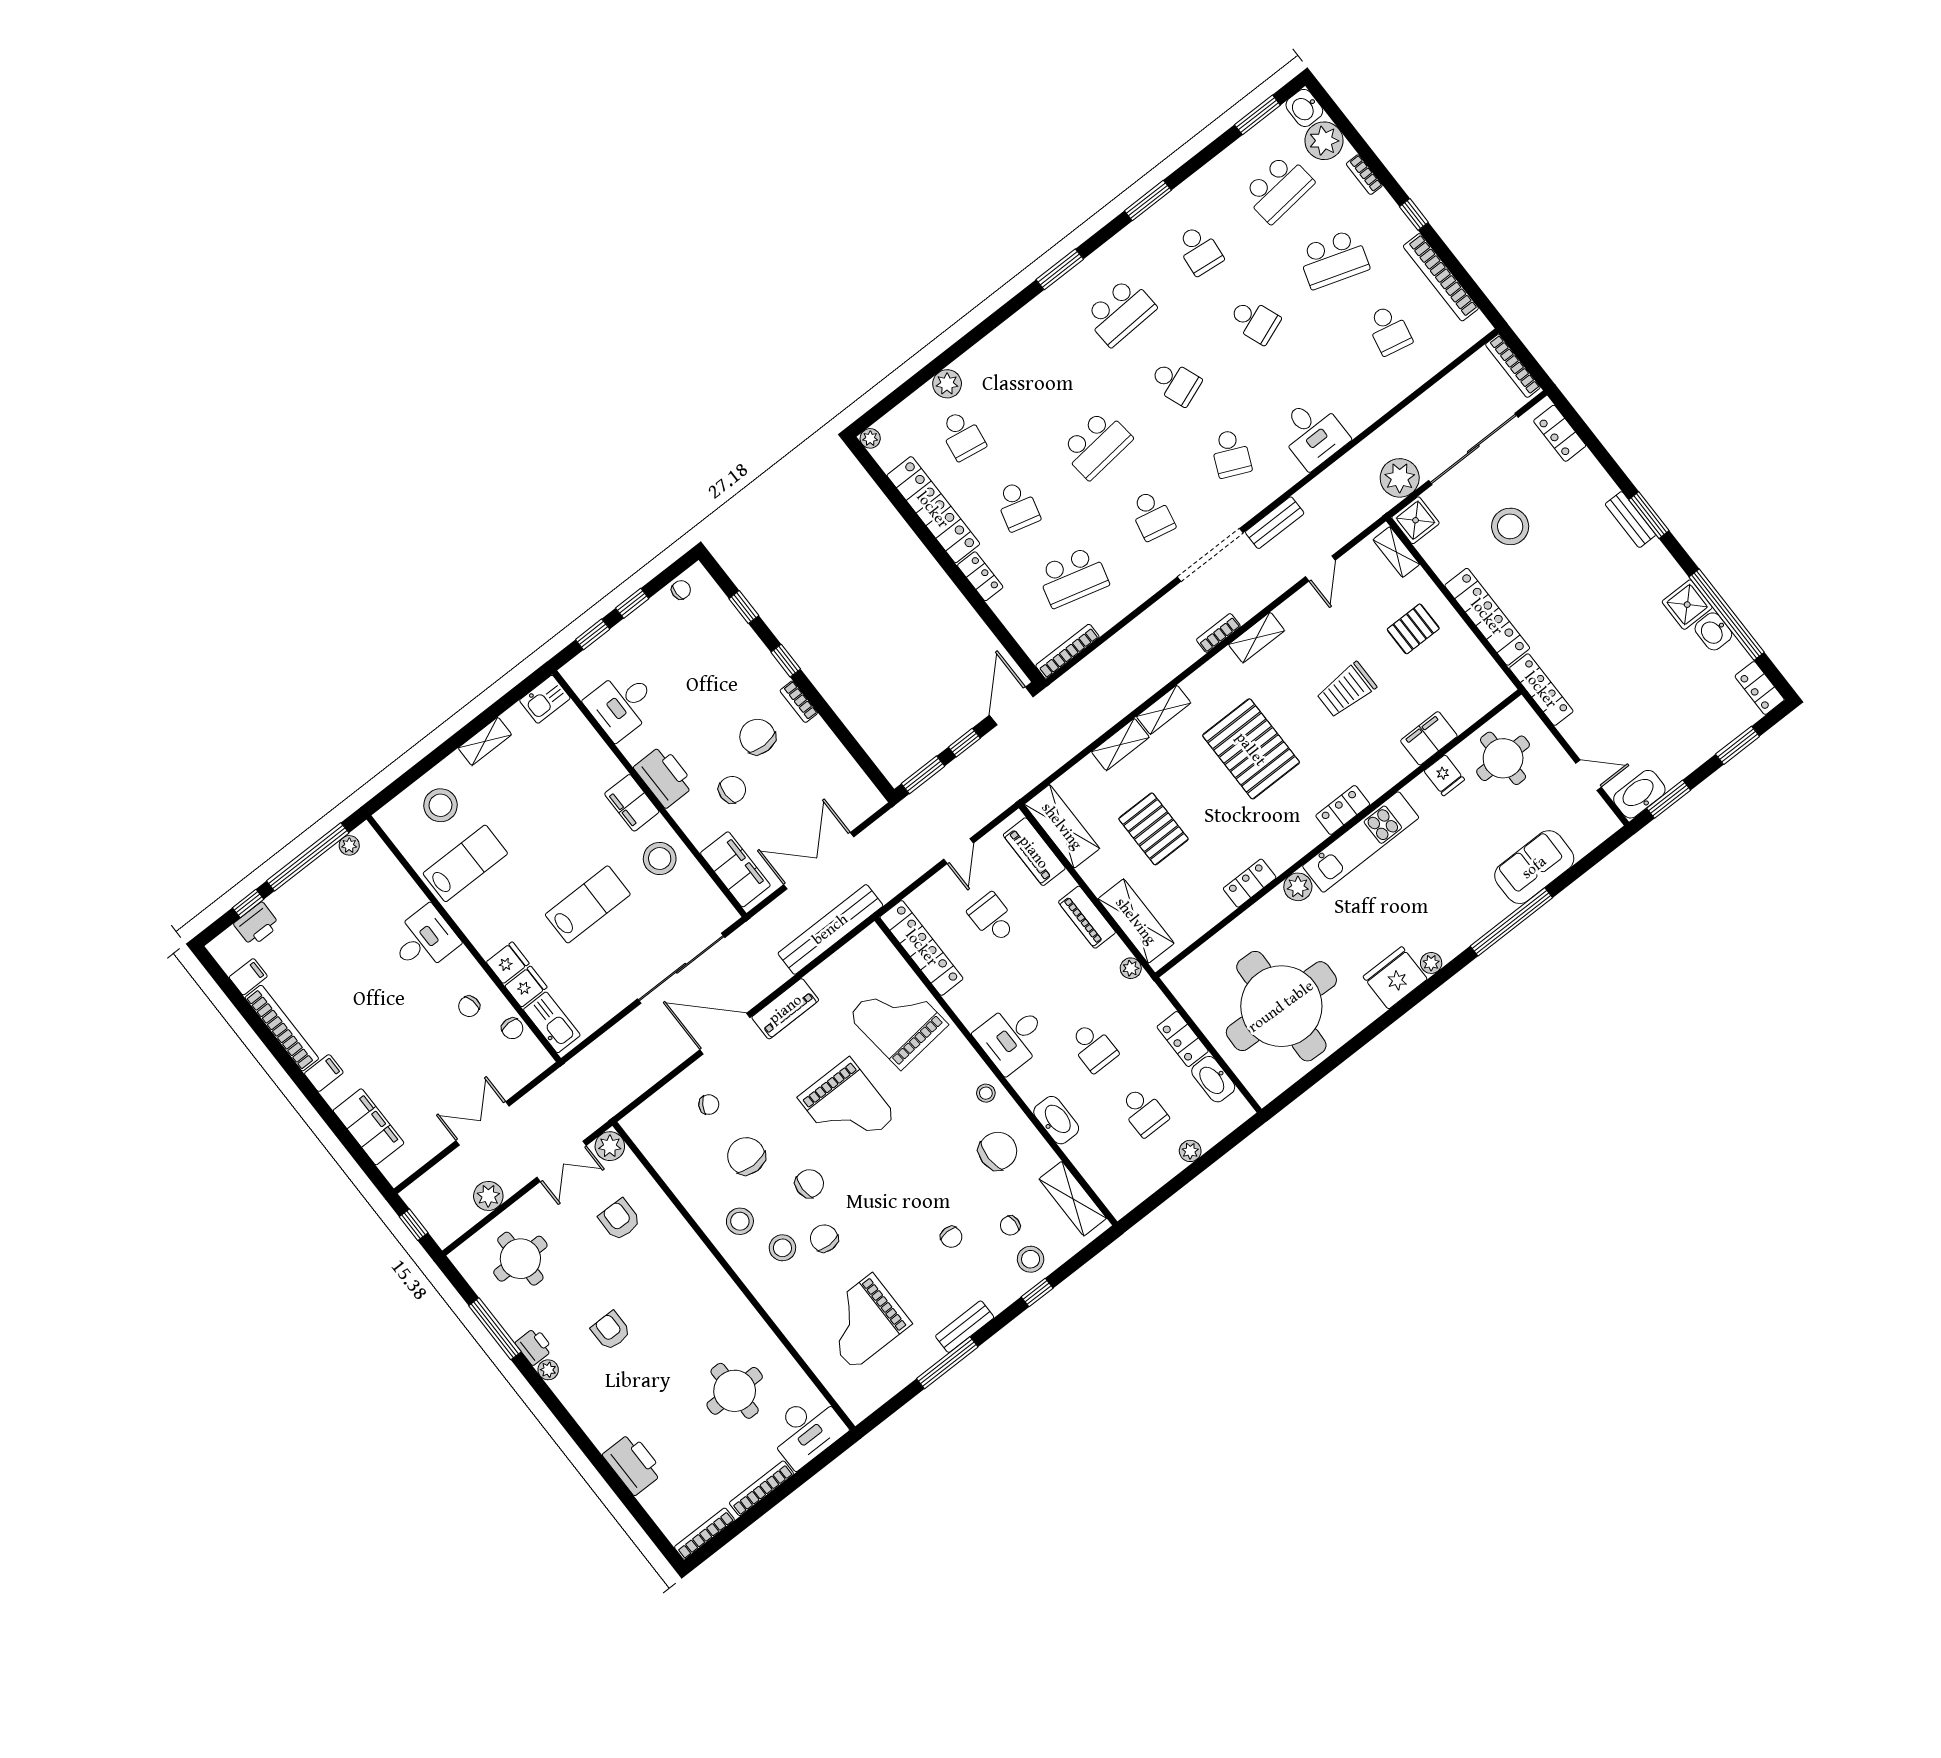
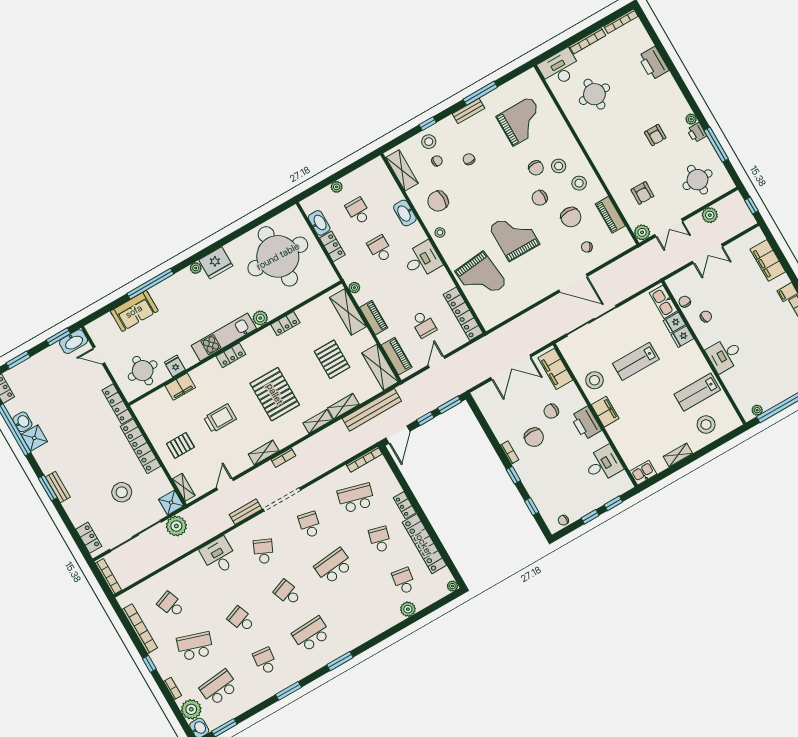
school desk: (1389, 330) -> (171, 605), turned -33
bench: (830, 929) -> (372, 410), moved
piano: (785, 1009) -> (610, 215), moved, turned -90
double door: (562, 1161) -> (669, 228), swing flipped

